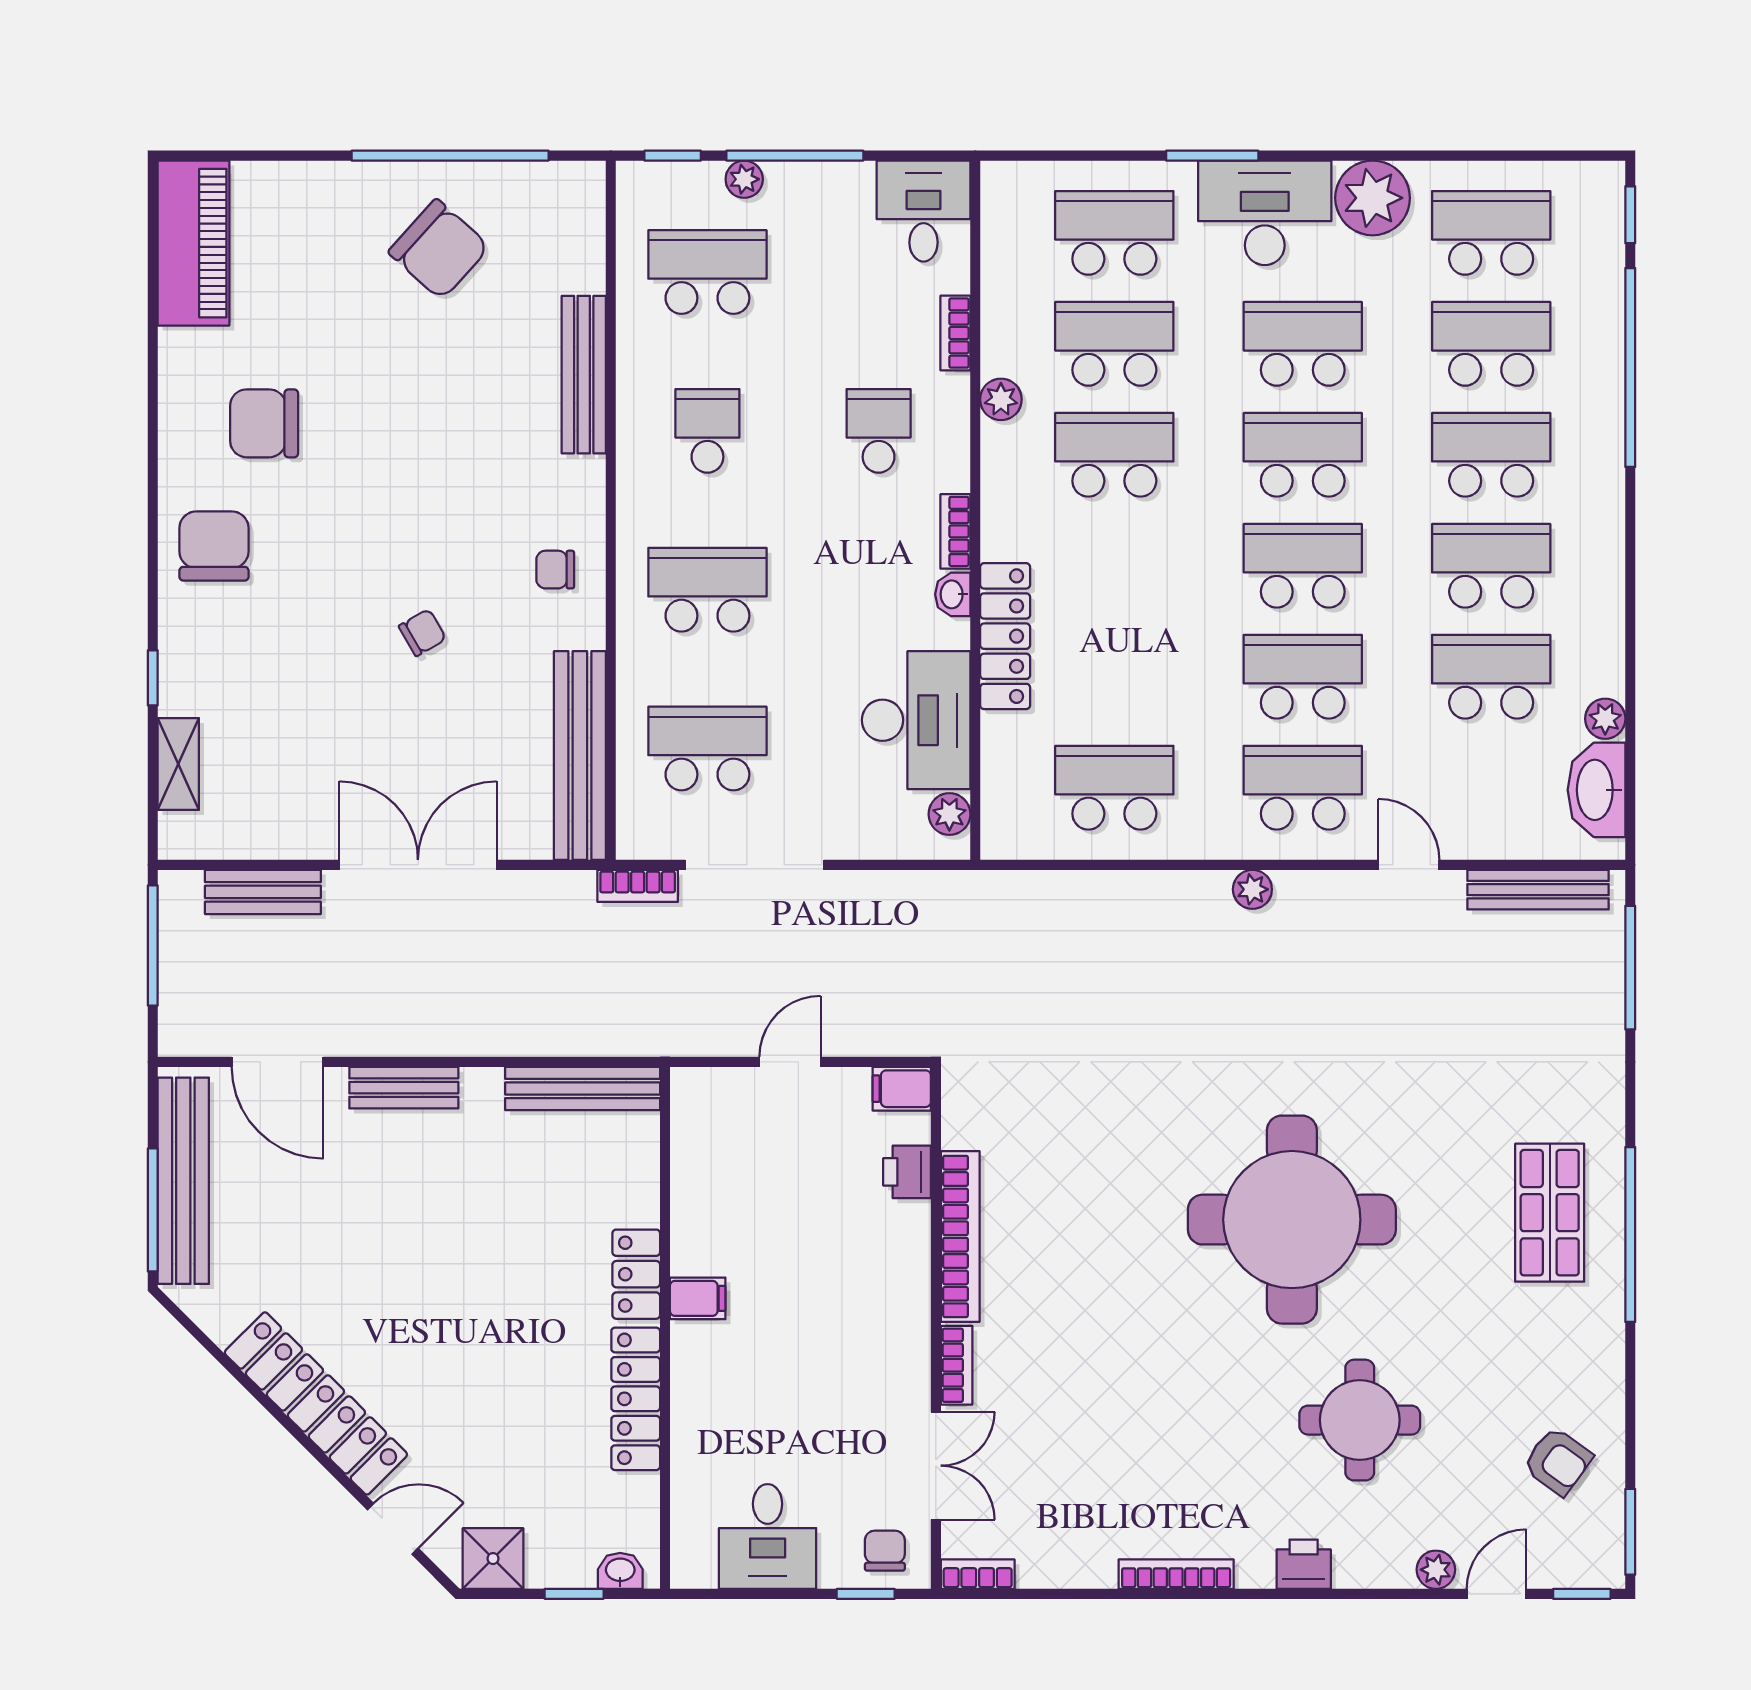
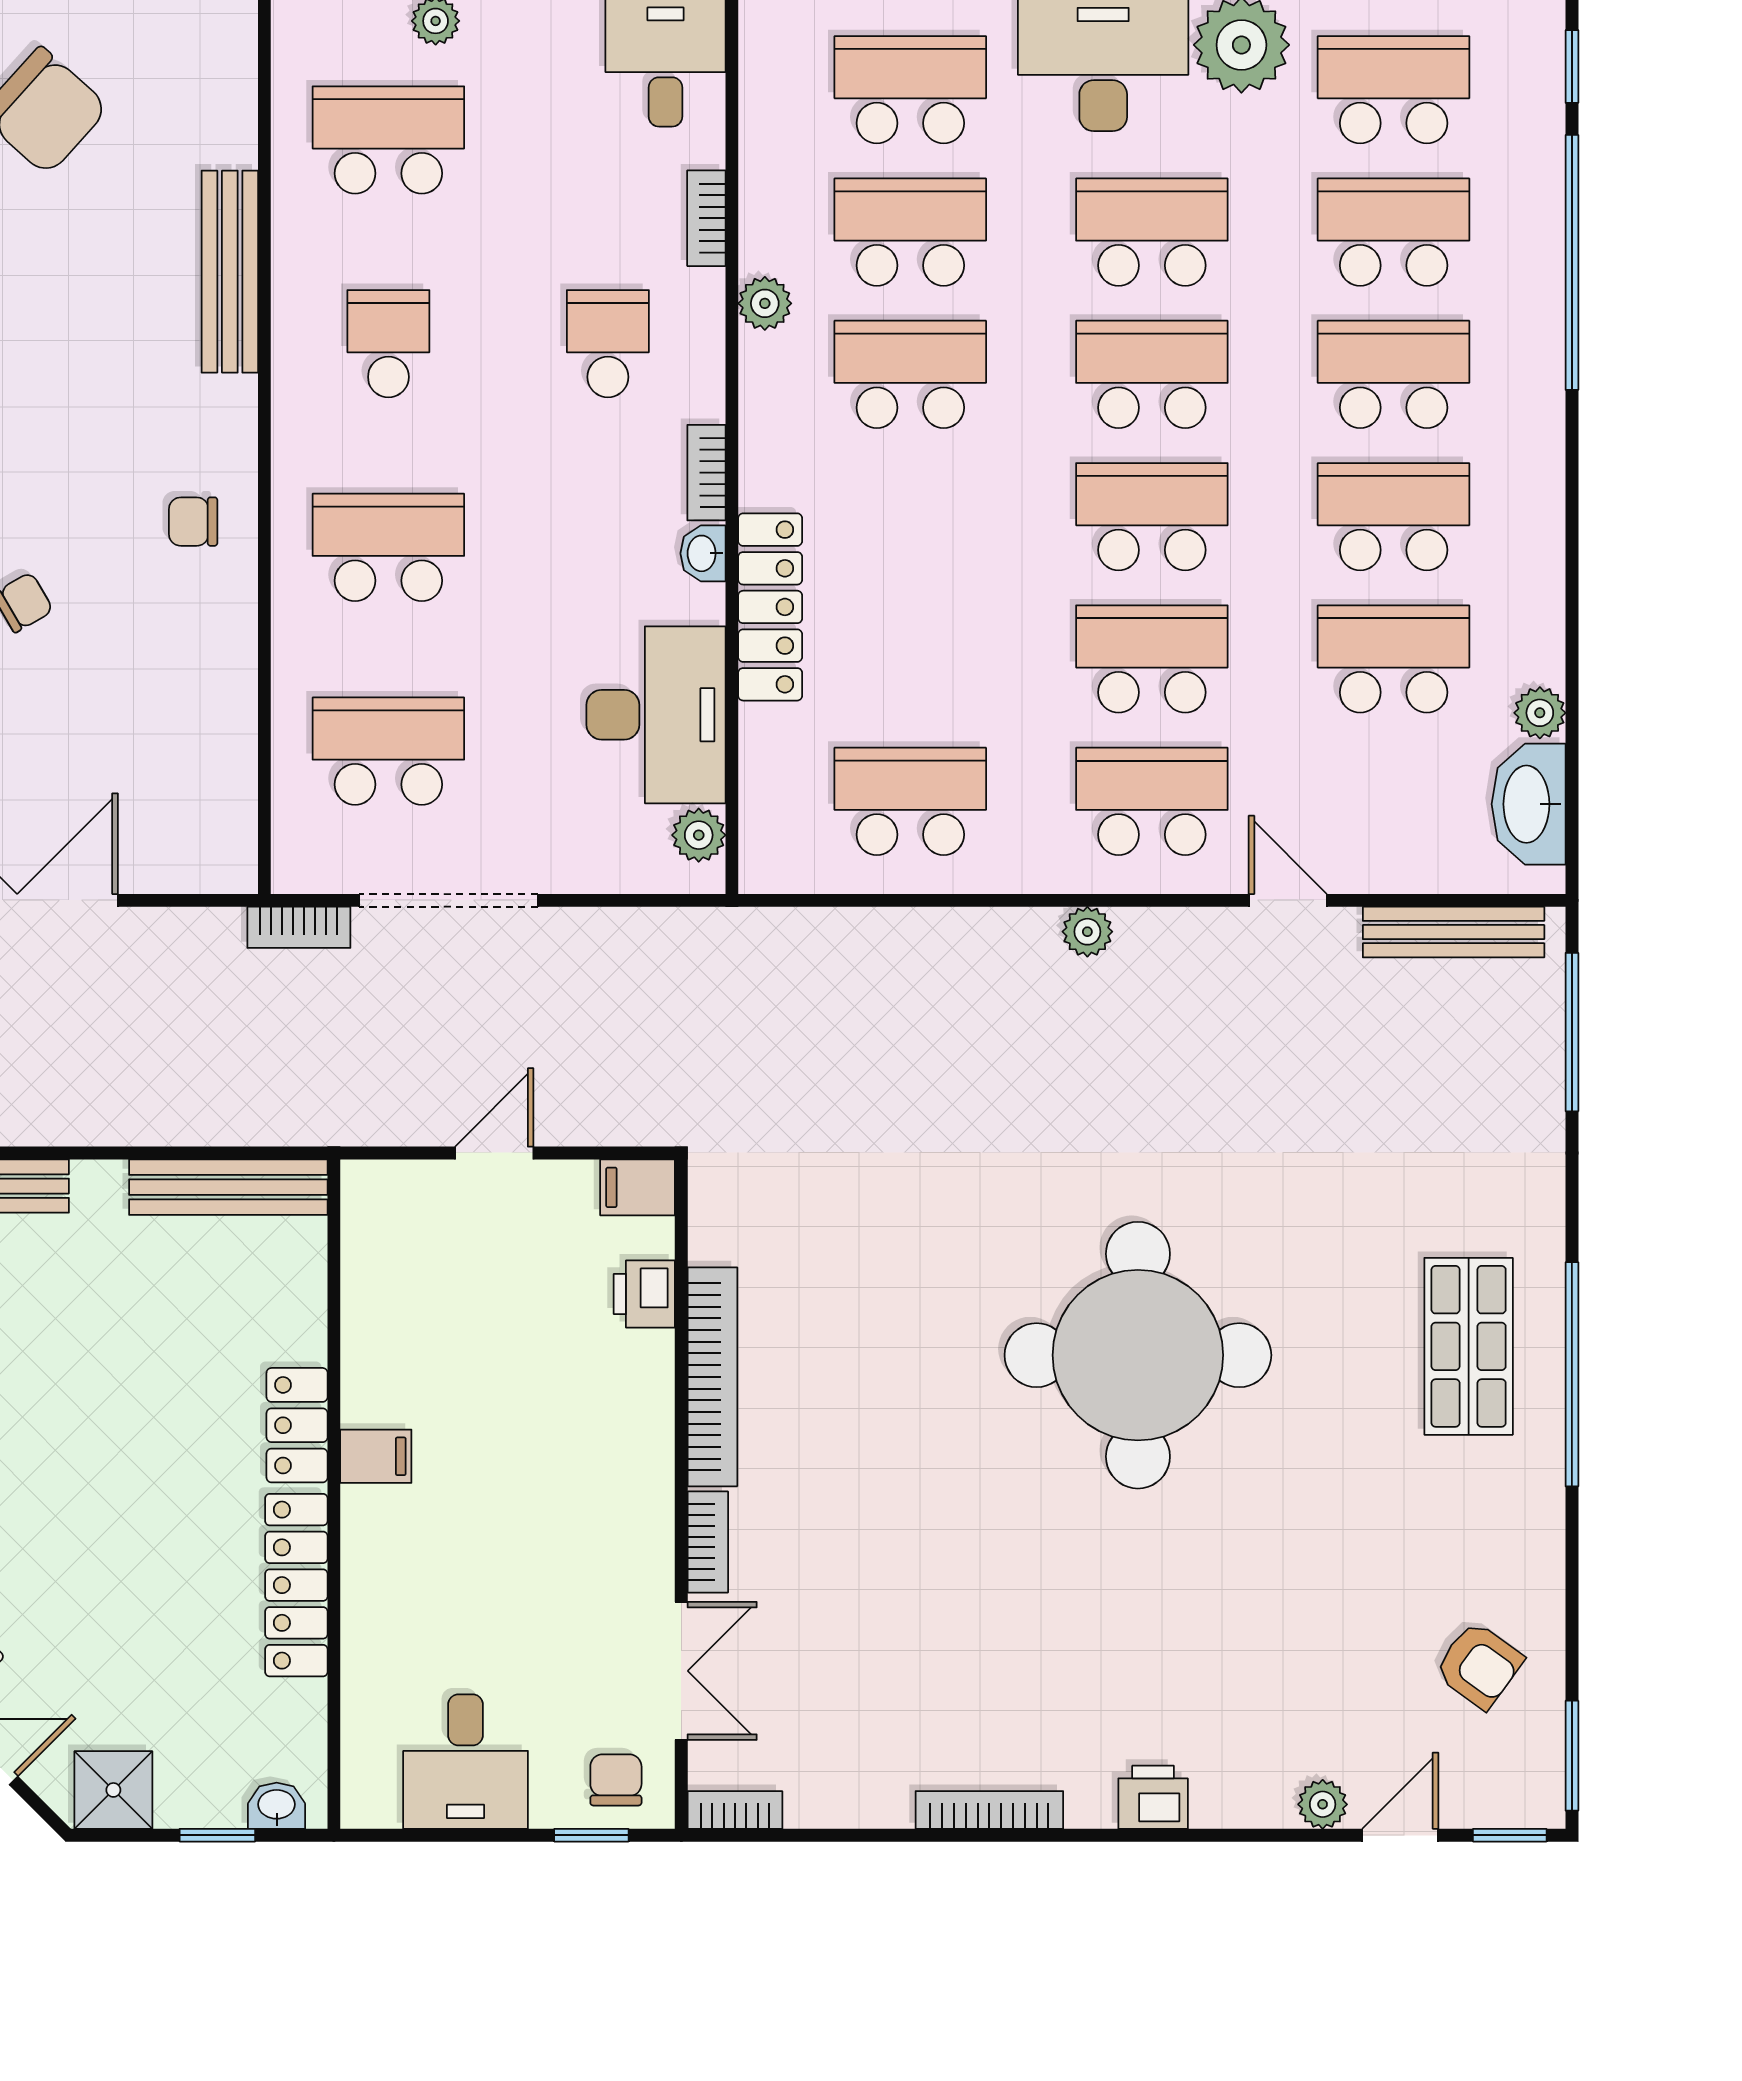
bench: (580, 756) -> (225, 760), removed
round table: (1360, 1420) -> (1225, 1612), removed

